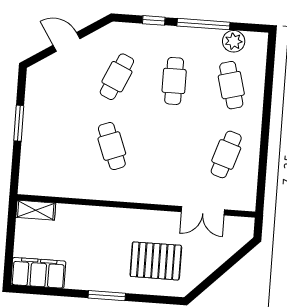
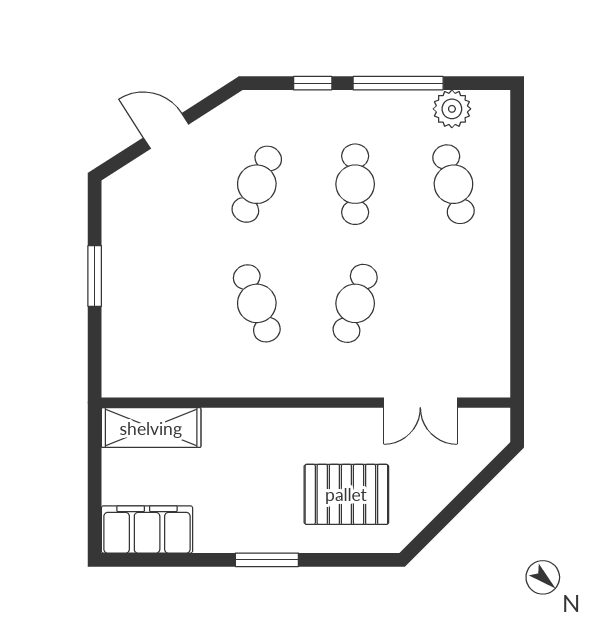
cafe table: (226, 154) -> (355, 303), moved
shelving: (36, 210) -> (151, 428), width x1.50, depth x1.33

